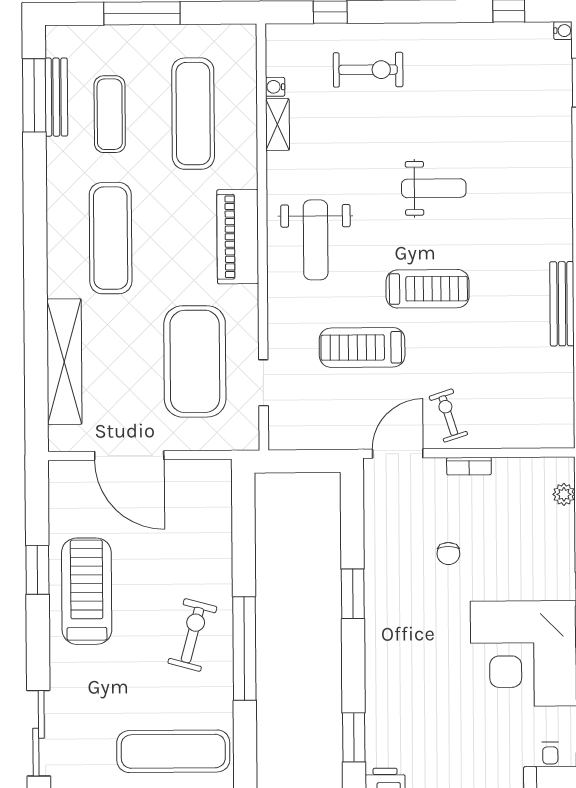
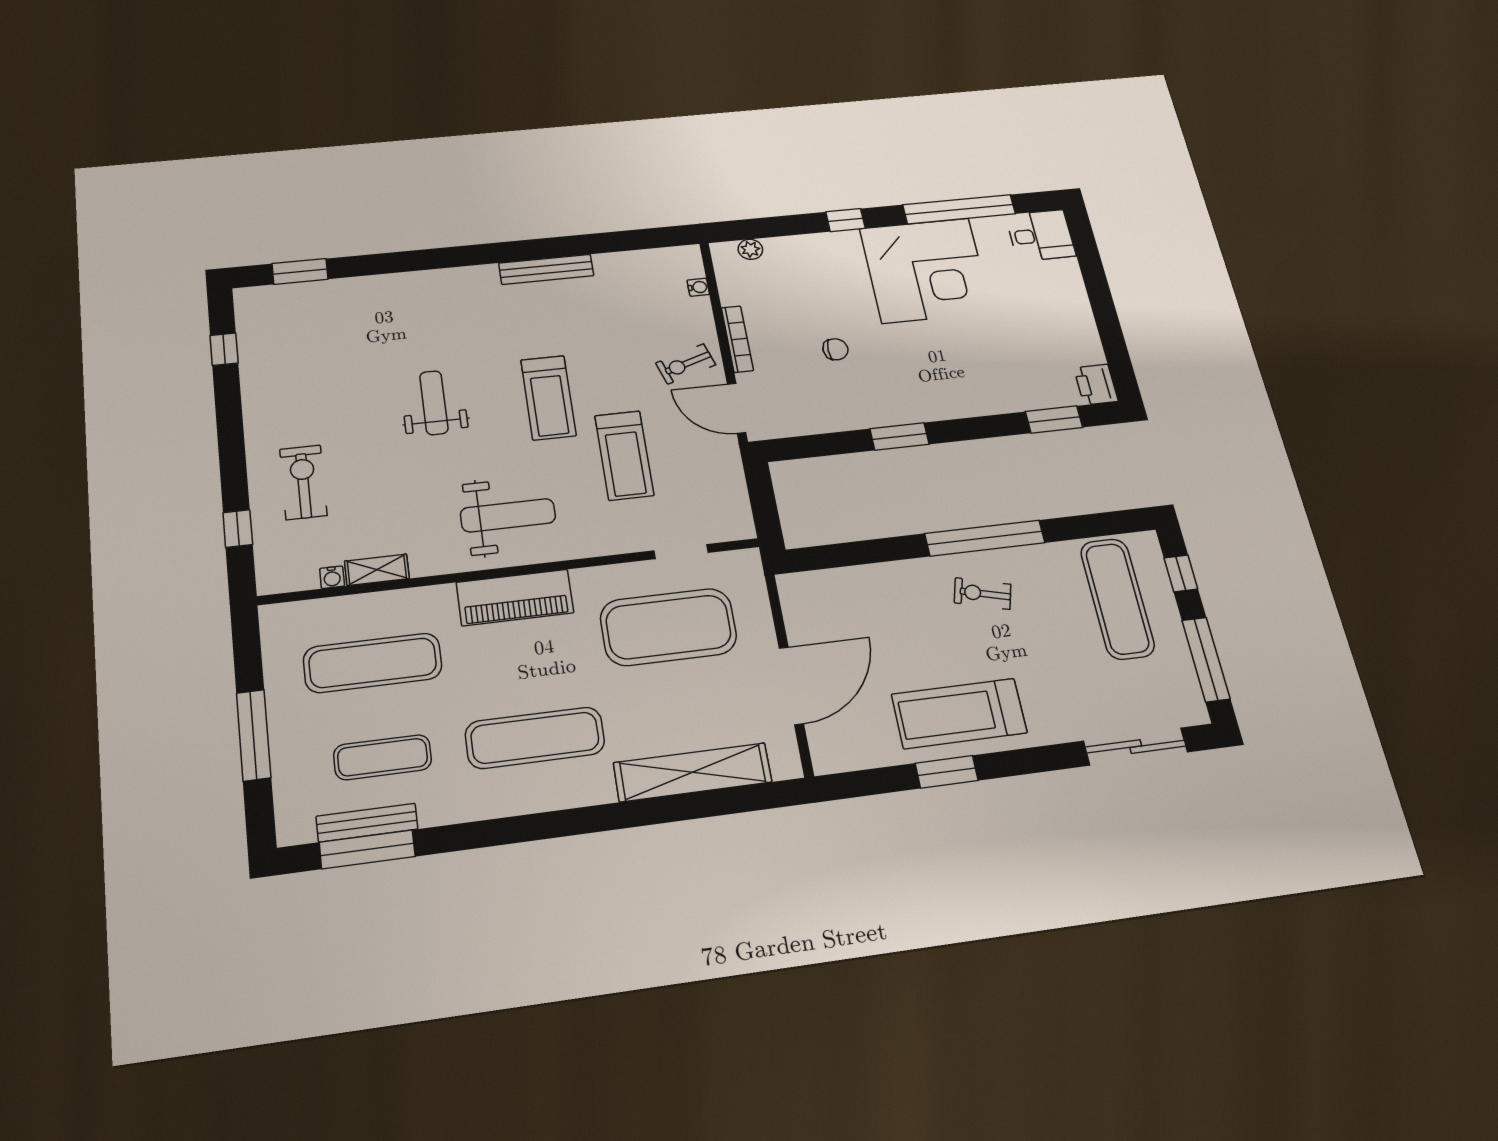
water cooler: (563, 31) -> (698, 287), moved, turned 90
treadmill: (428, 289) -> (548, 398), turned 180
bookcase: (469, 466) -> (737, 339), width x1.56
exercise bike: (192, 635) -> (983, 594), width x0.73, depth x0.72

